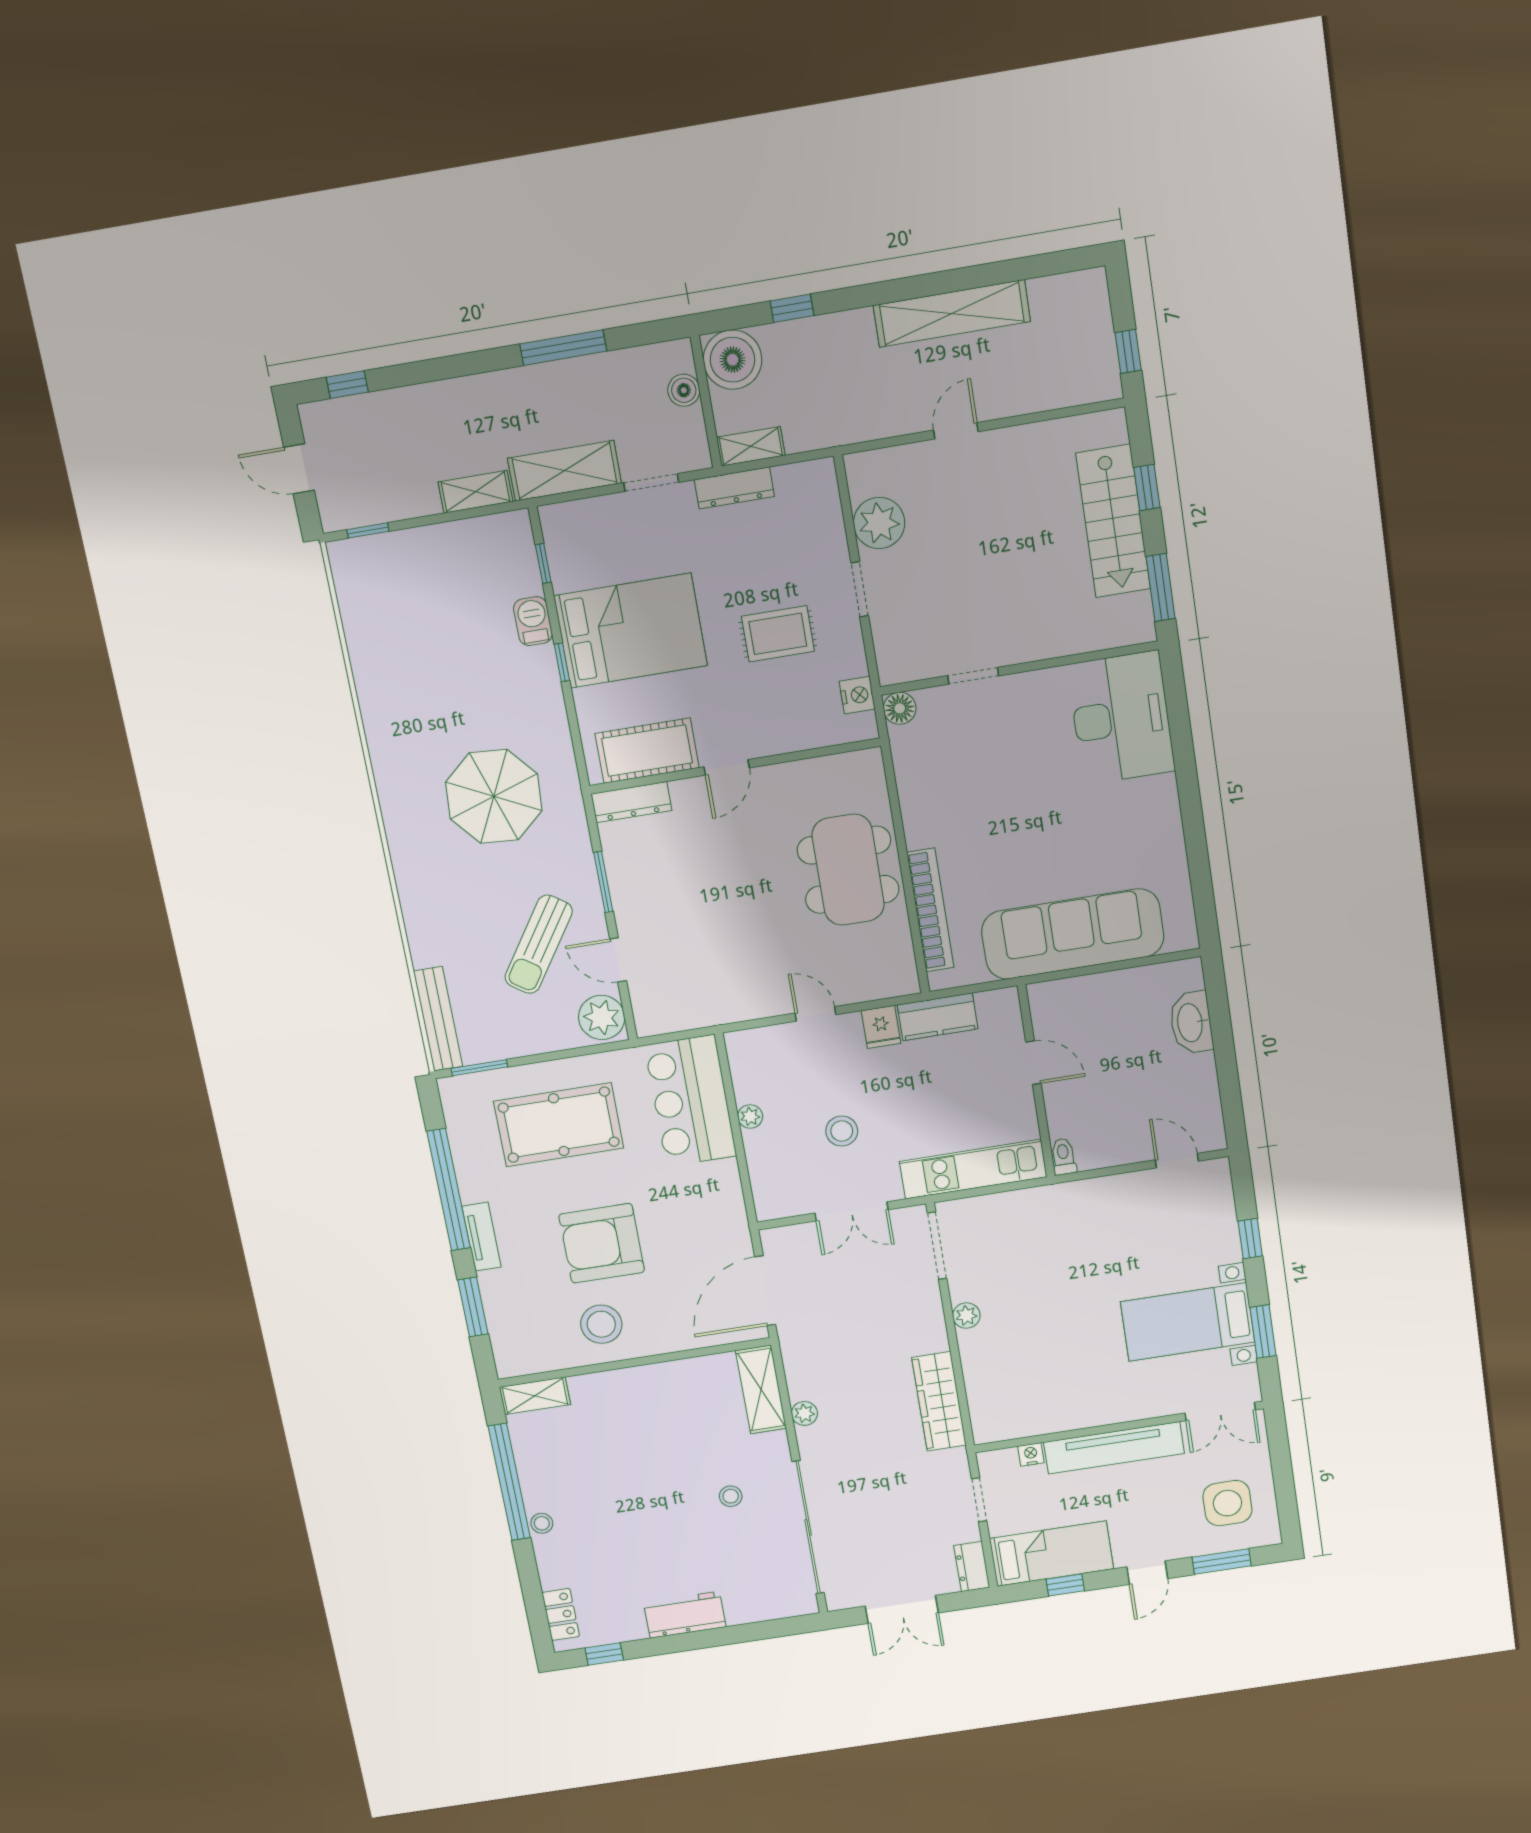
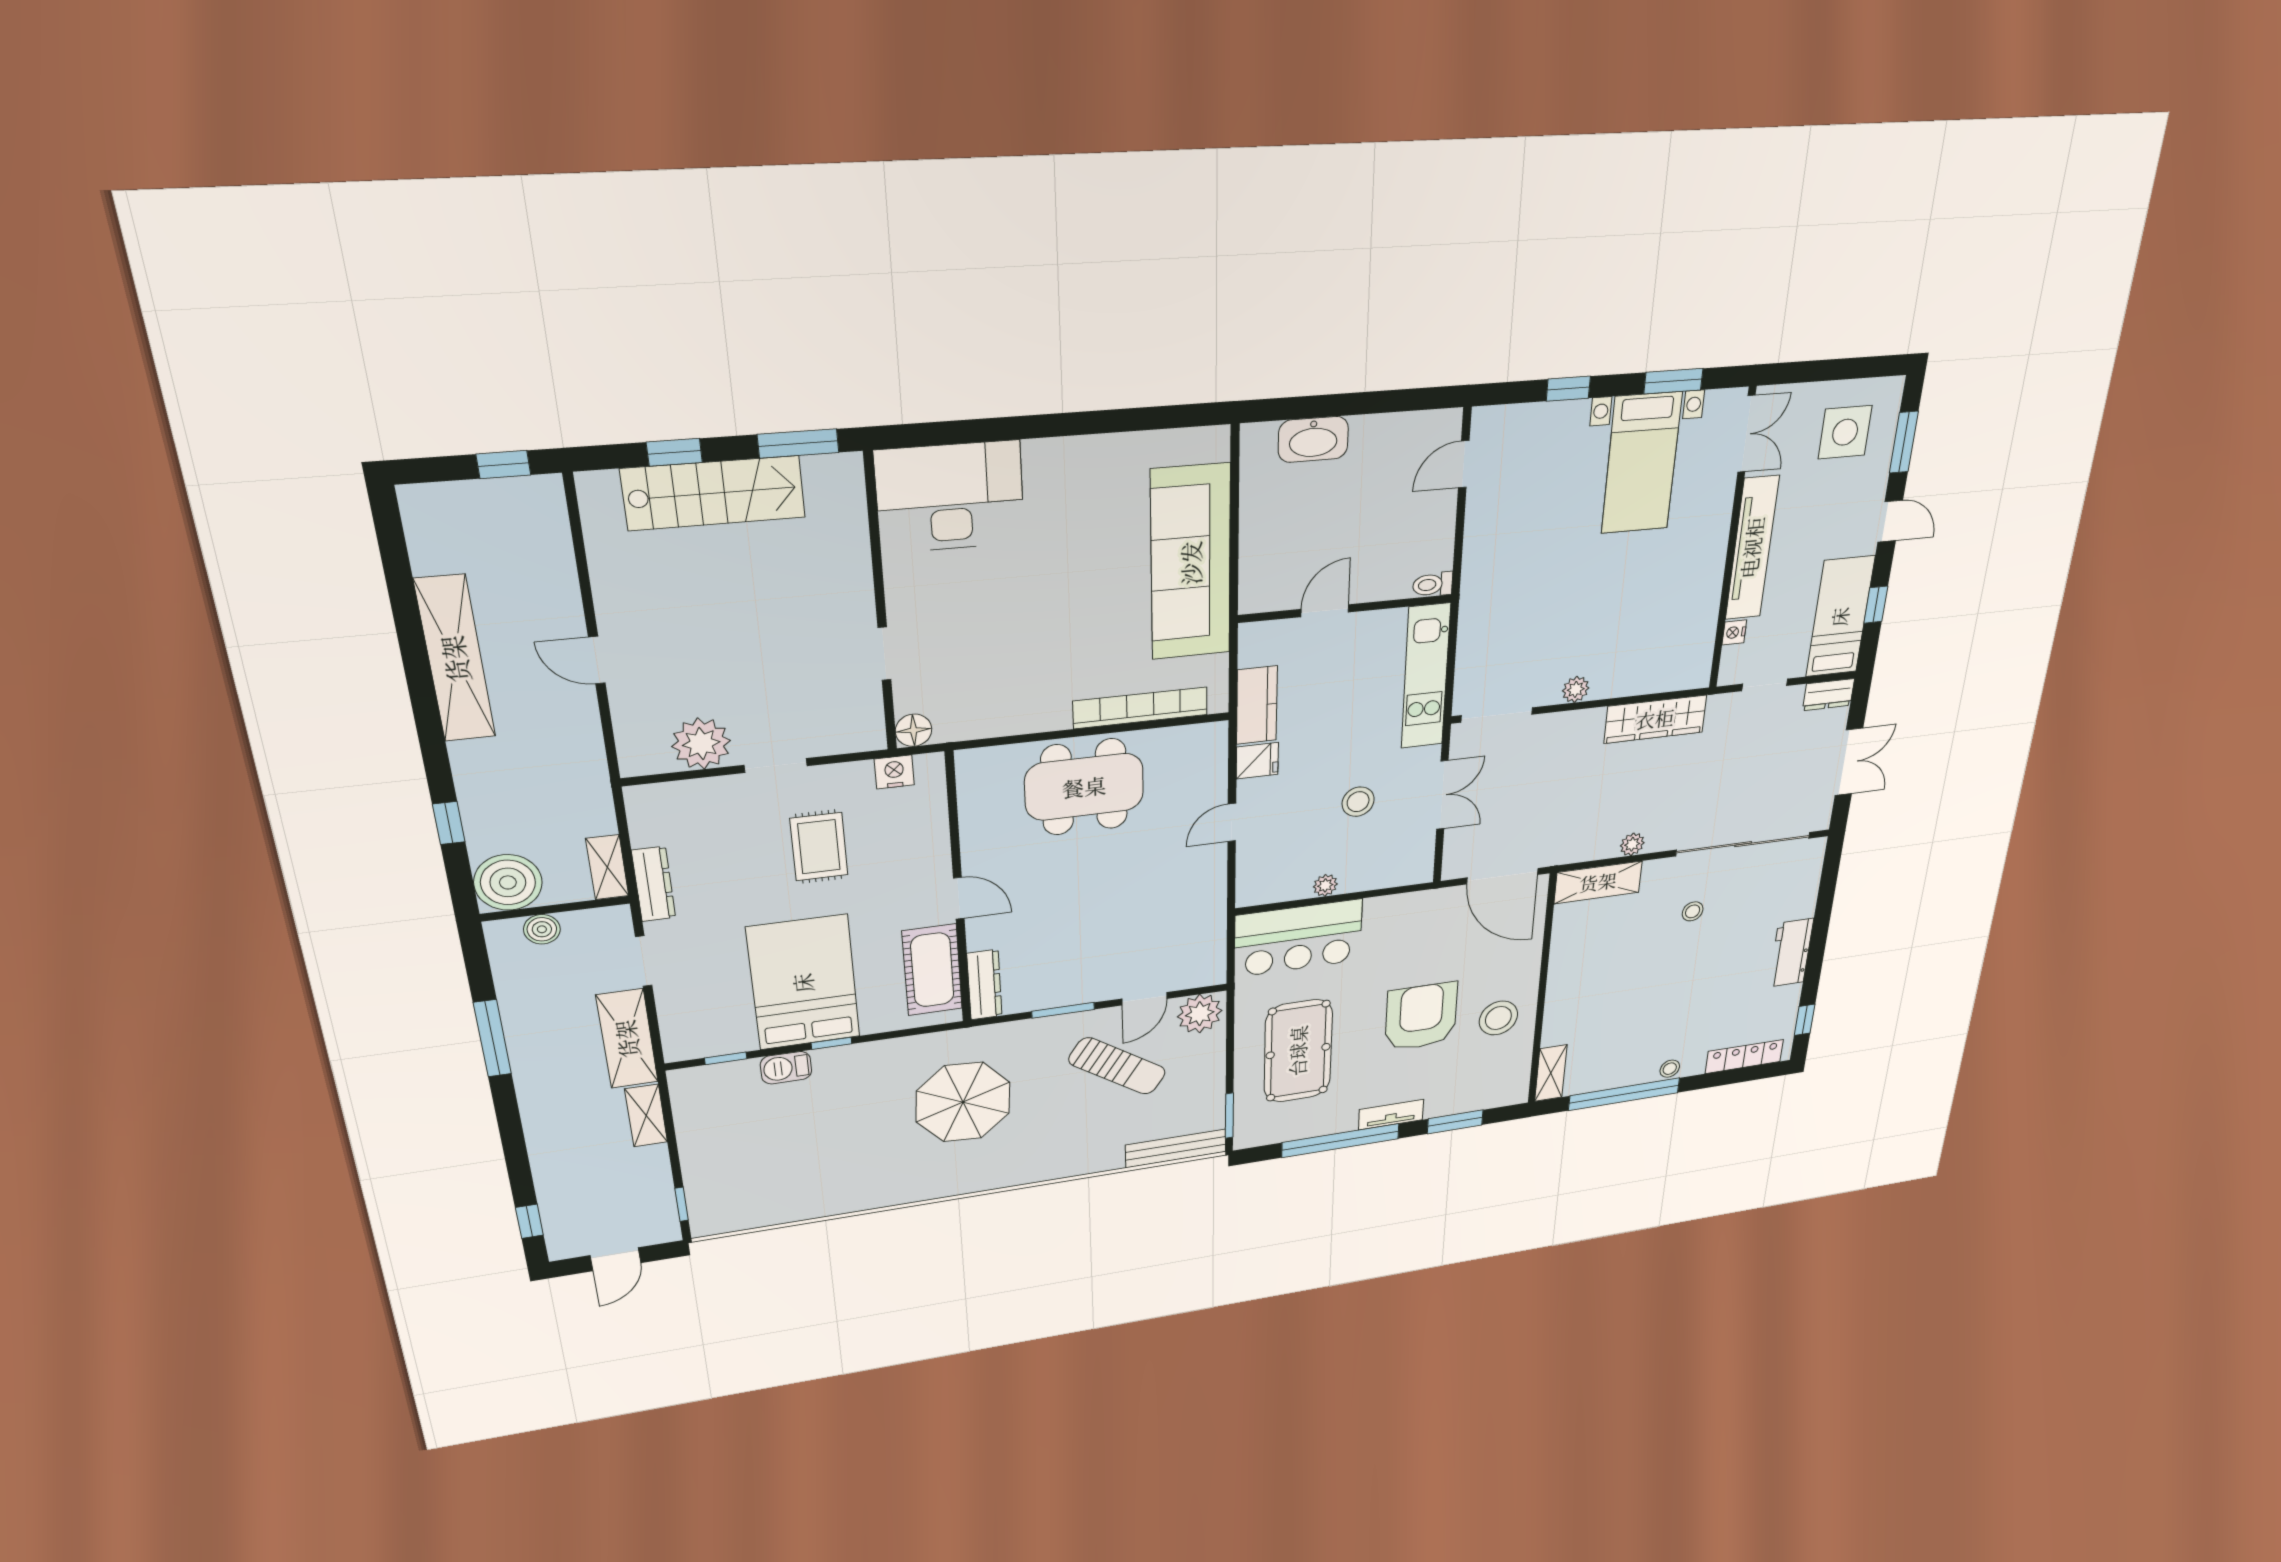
armchair: (602, 1243) -> (1421, 1017), turned 180
locker: (561, 1614) -> (1744, 1056), width x1.53

